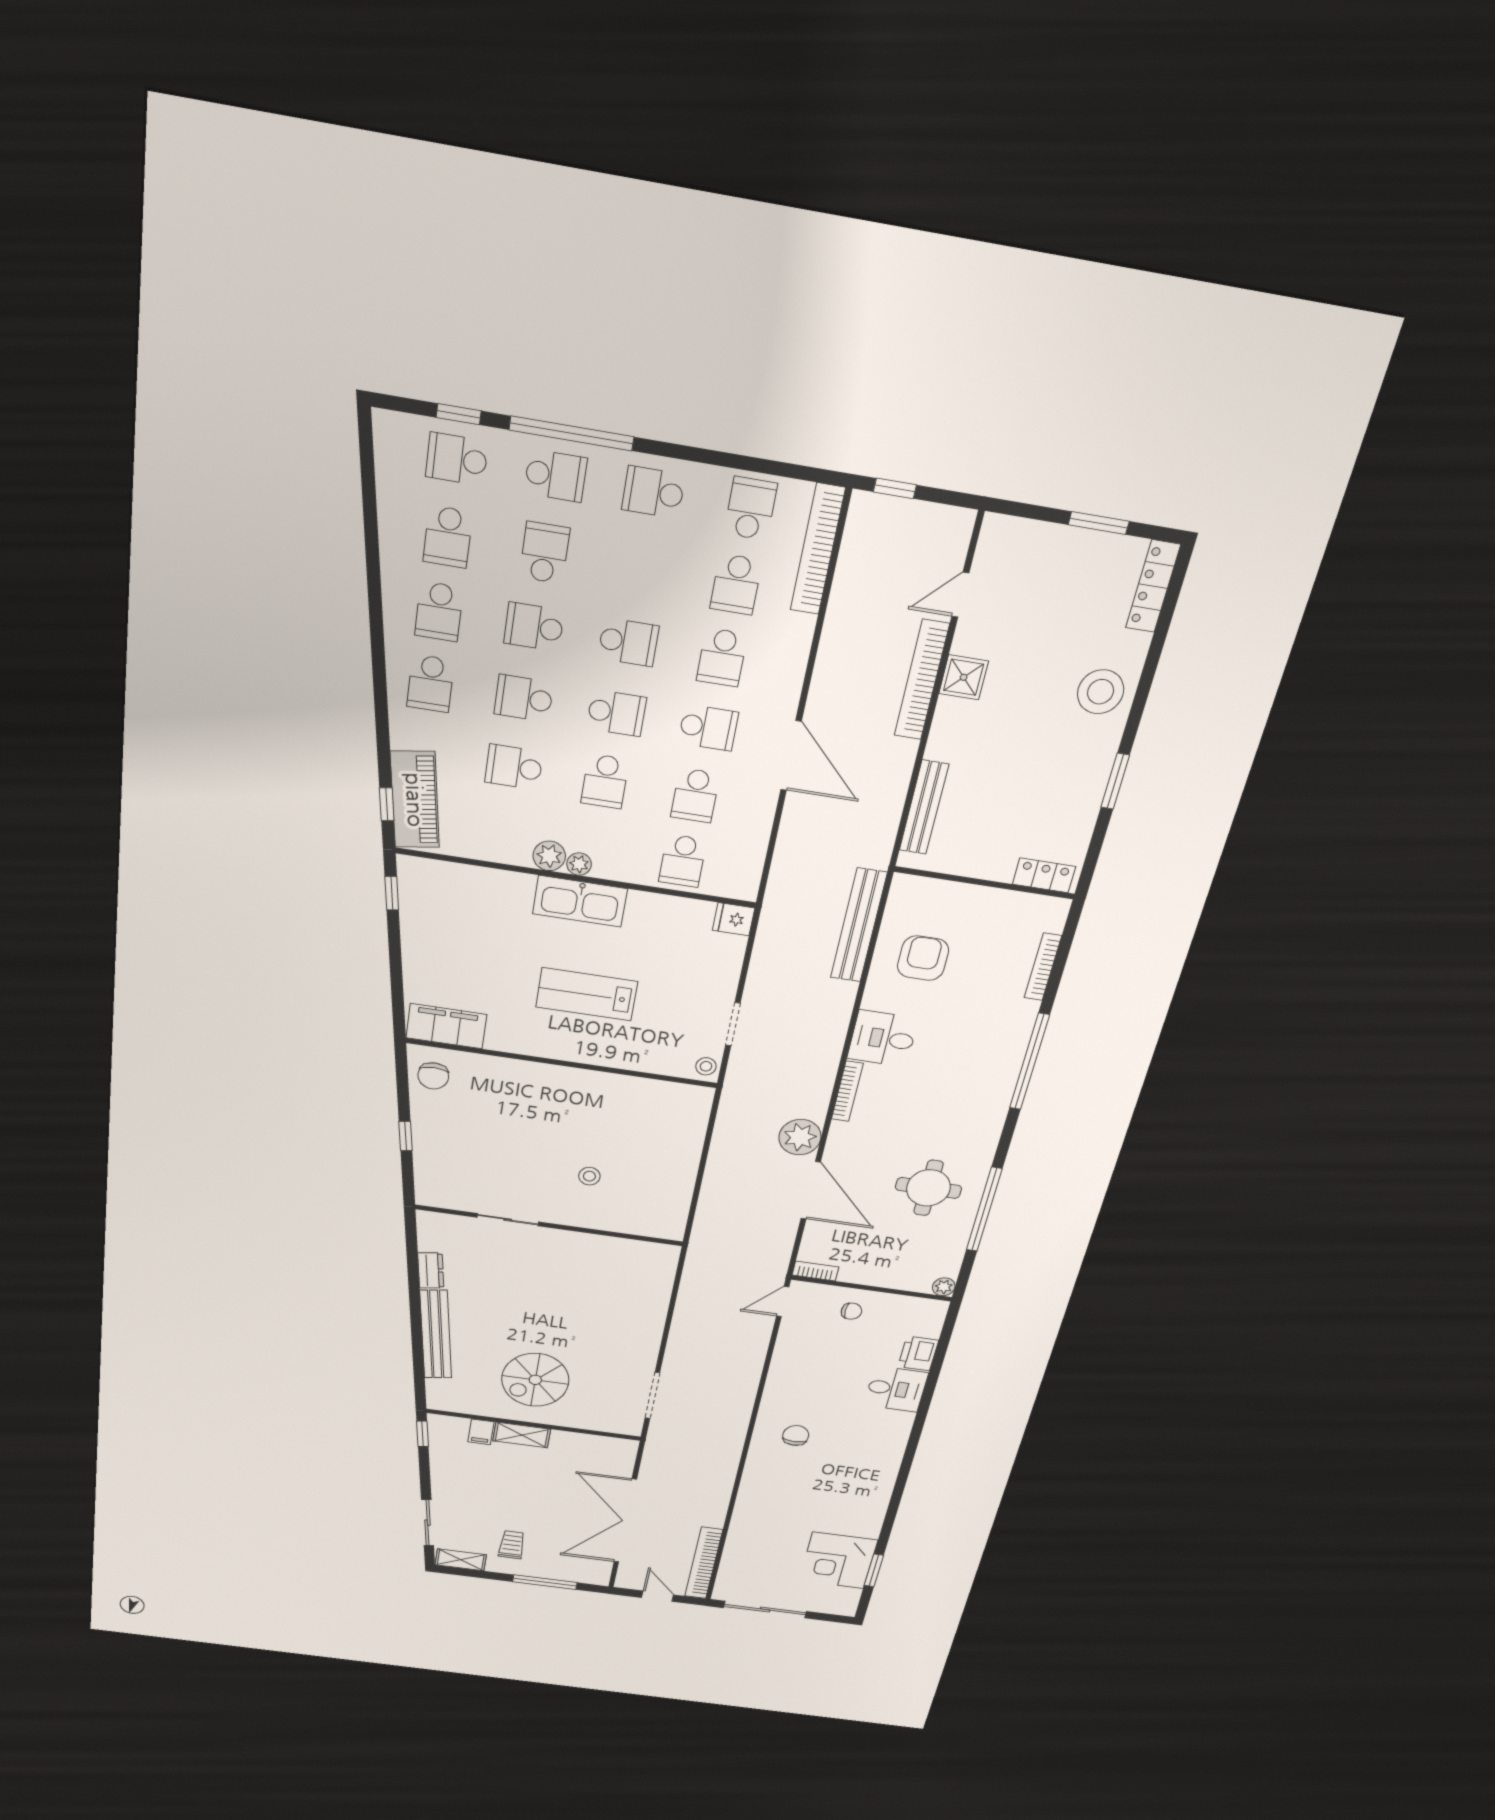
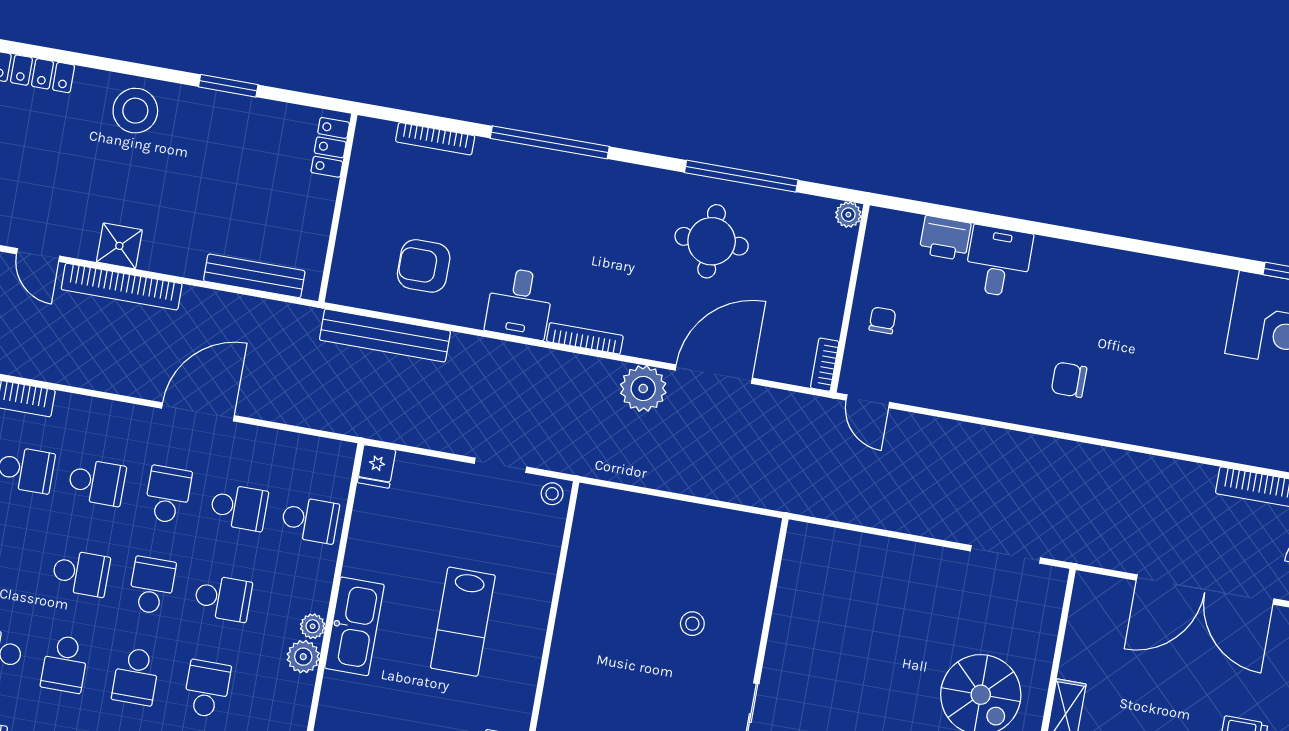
school desk: (628, 642) -> (81, 573), turned 90
school desk: (514, 767) -> (207, 689), turned 180

